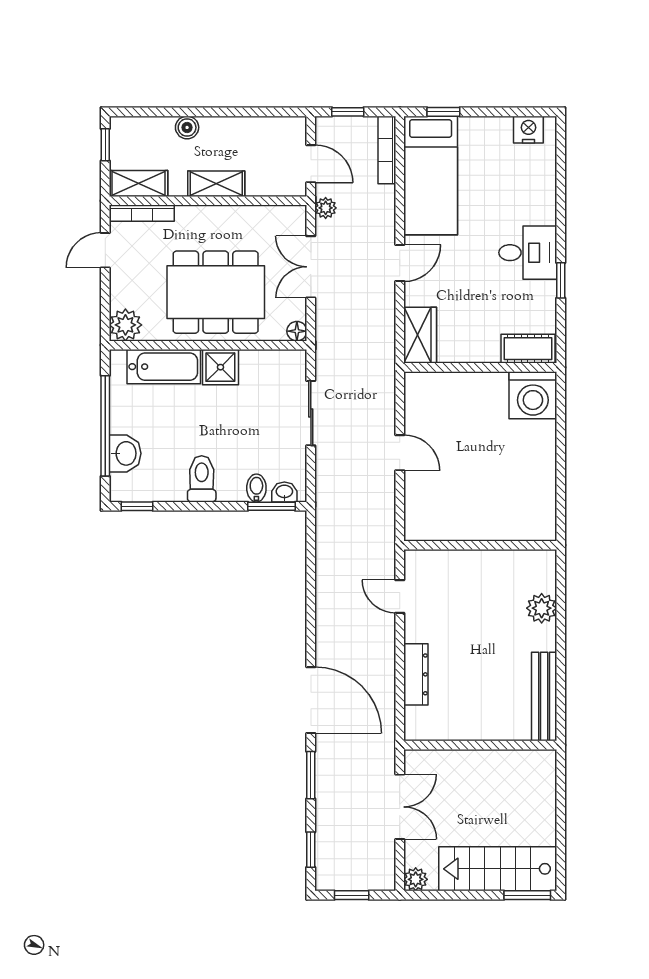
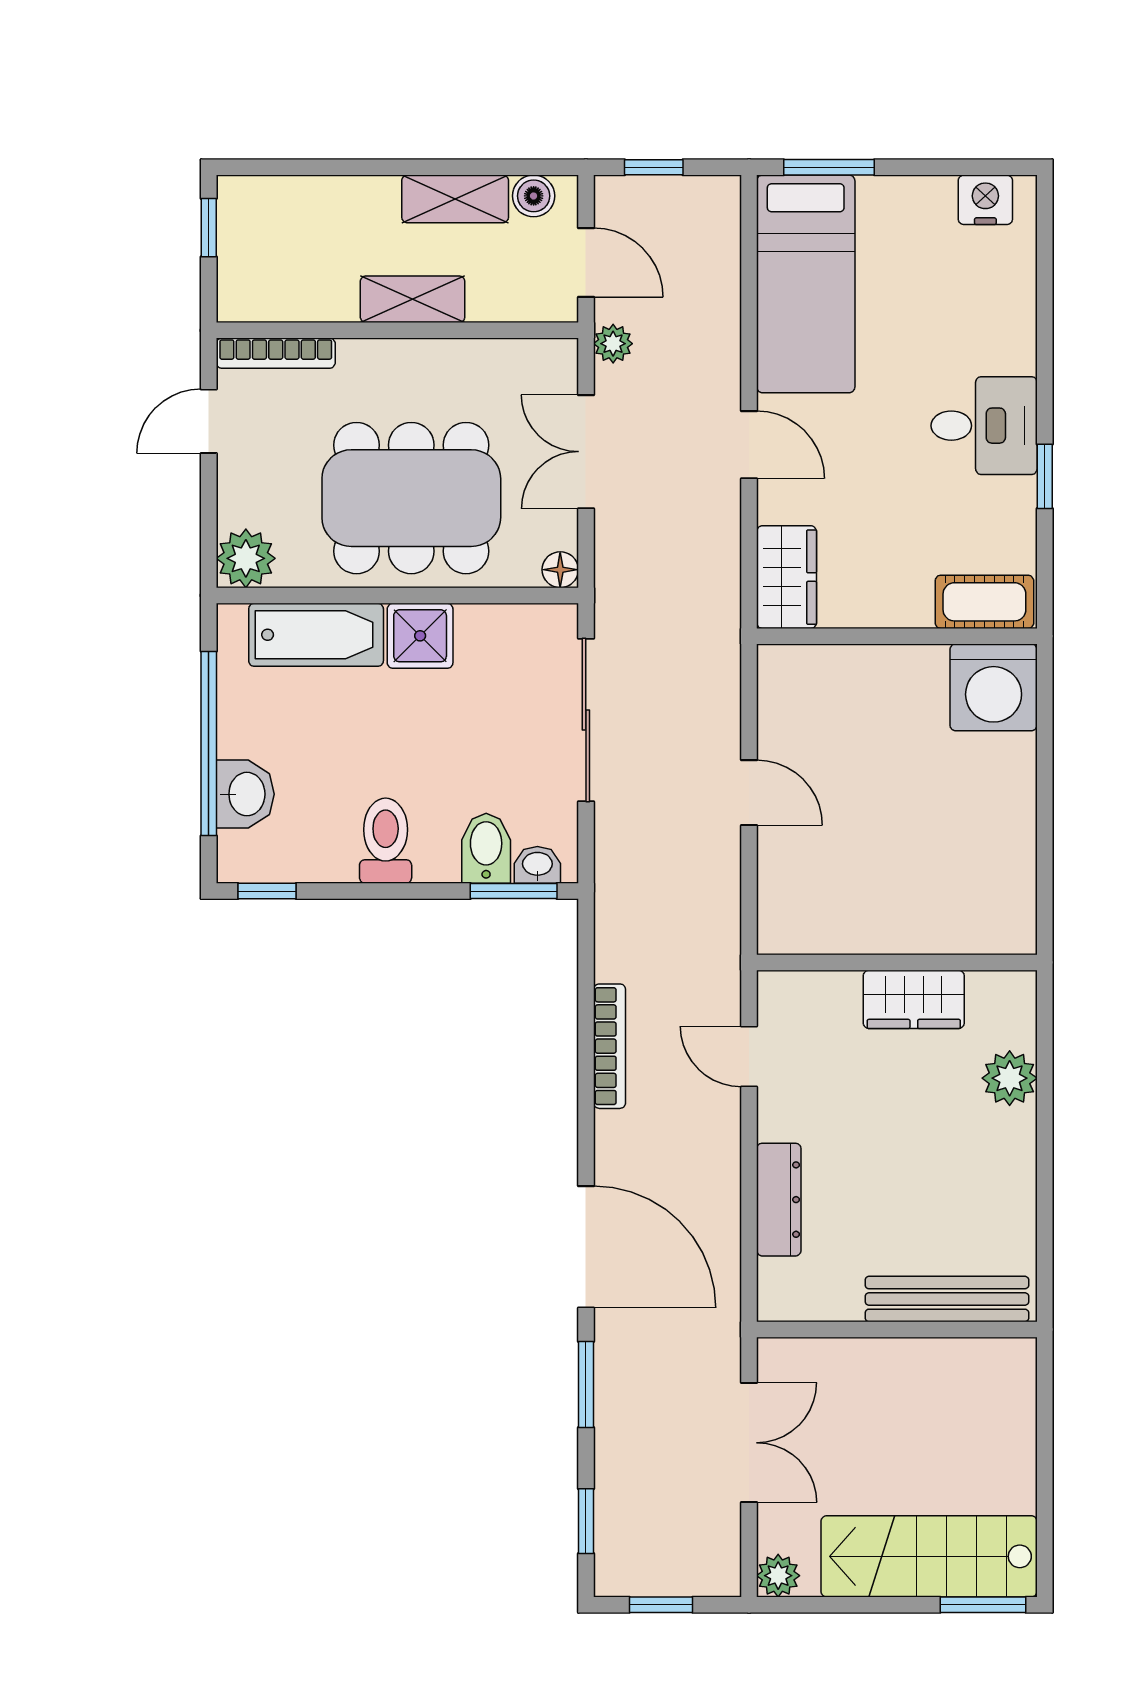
window: (443, 112) -> (829, 167), width x1.50
boiler: (187, 127) -> (534, 196), moved
bookcase: (387, 150) -> (610, 1046), moved, turned 180
shelving: (138, 183) -> (455, 199), moved
door: (400, 263) -> (749, 445), hinge flipped
sliding door: (311, 413) -> (586, 720), width x1.37
bidet: (256, 488) -> (486, 848), width x1.38, depth x1.36
wardrobe: (489, 565) -> (914, 999), added
bench: (544, 697) -> (947, 1299), moved, turned 90

